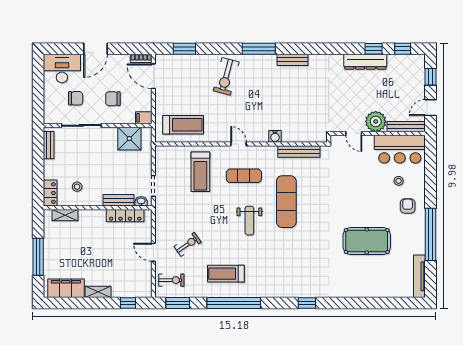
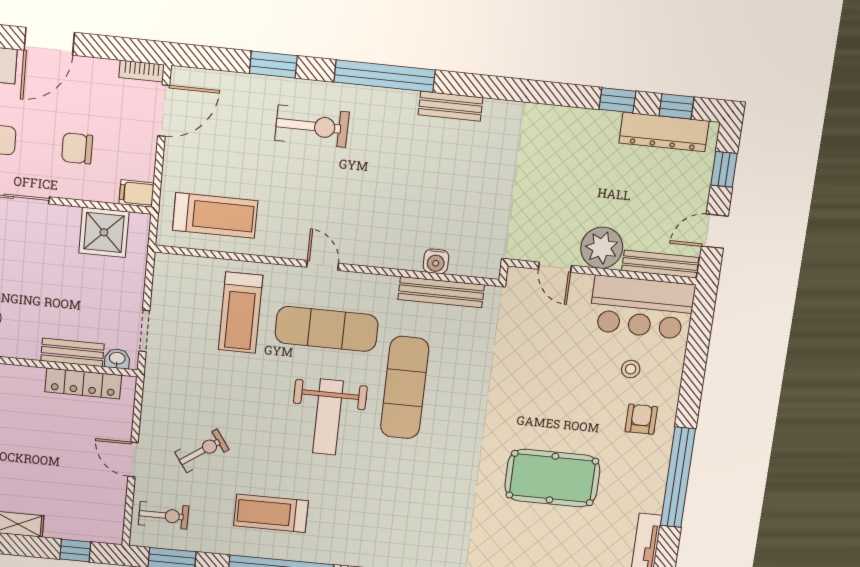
window: (184, 49) -> (273, 65), moved
window: (259, 49) -> (385, 76), width x1.46
dresser: (365, 62) -> (664, 132), moved
door: (153, 76) -> (164, 111), swing flipped
exercise bike: (226, 76) -> (312, 126), turned -105
water cooler: (275, 136) -> (436, 261), moved
exercise mat: (244, 176) -> (327, 329), width x1.36, depth x1.45
weight bench: (249, 221) -> (328, 417), width x1.36, depth x1.33

